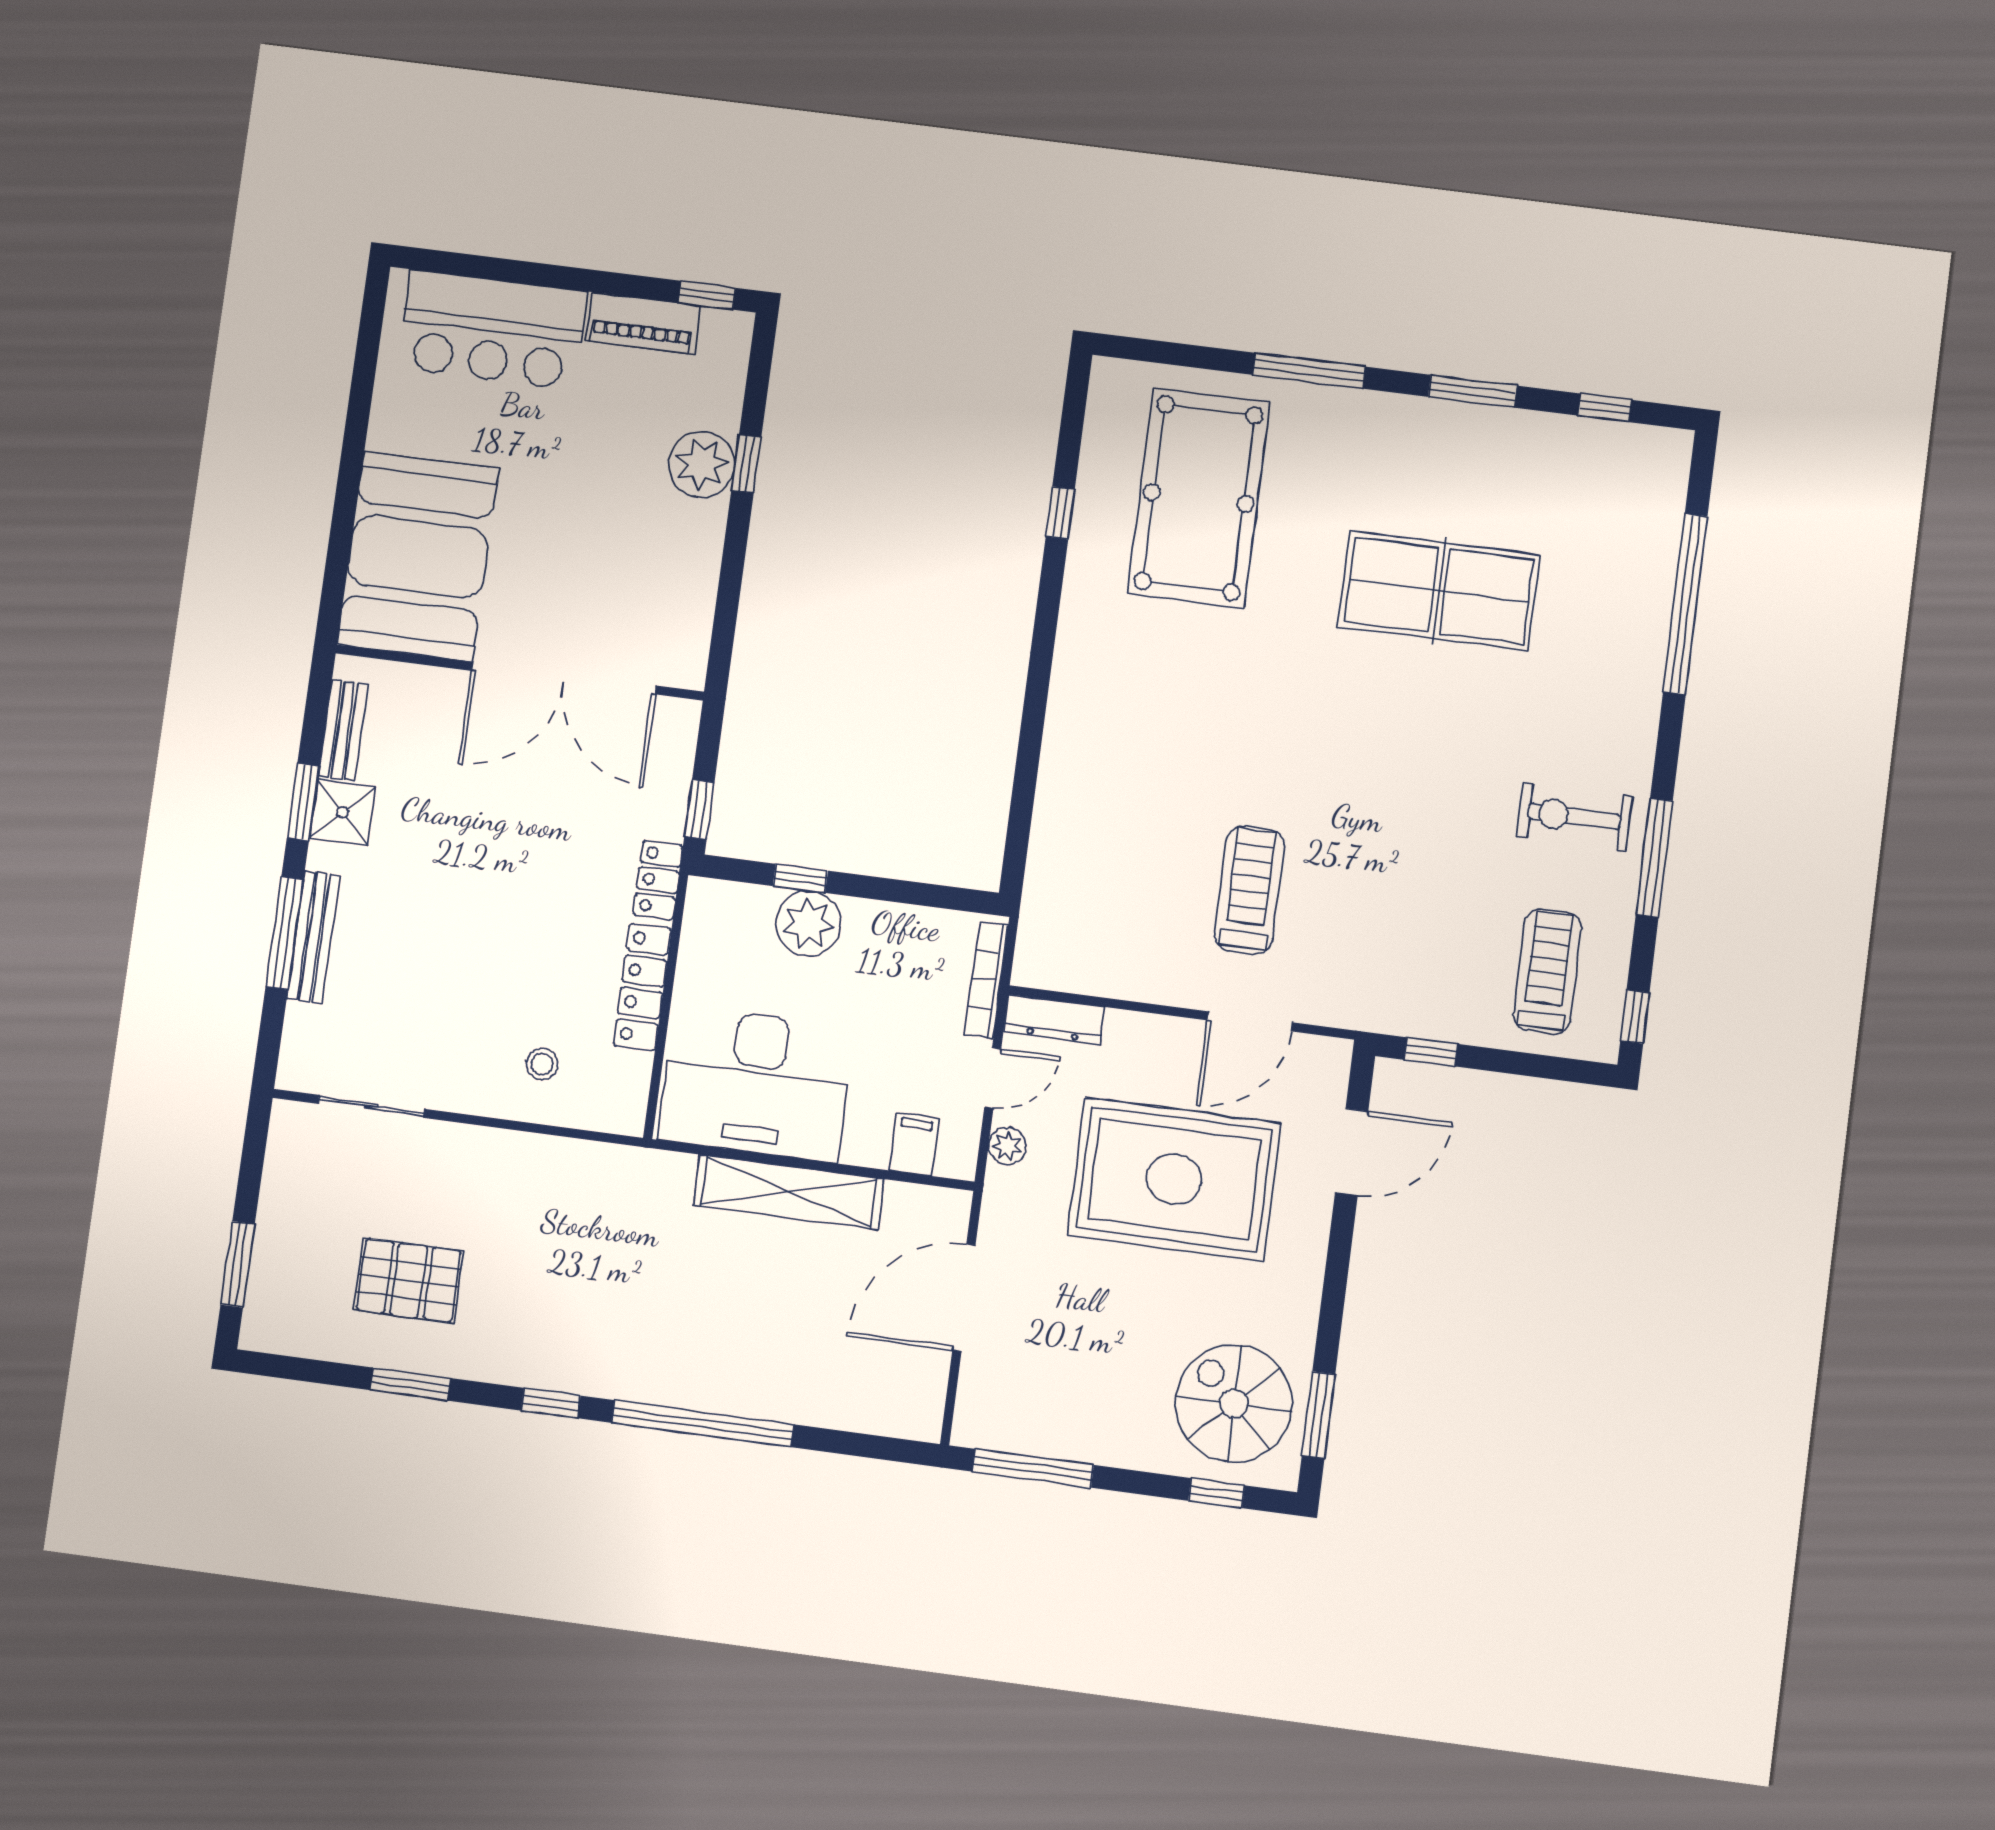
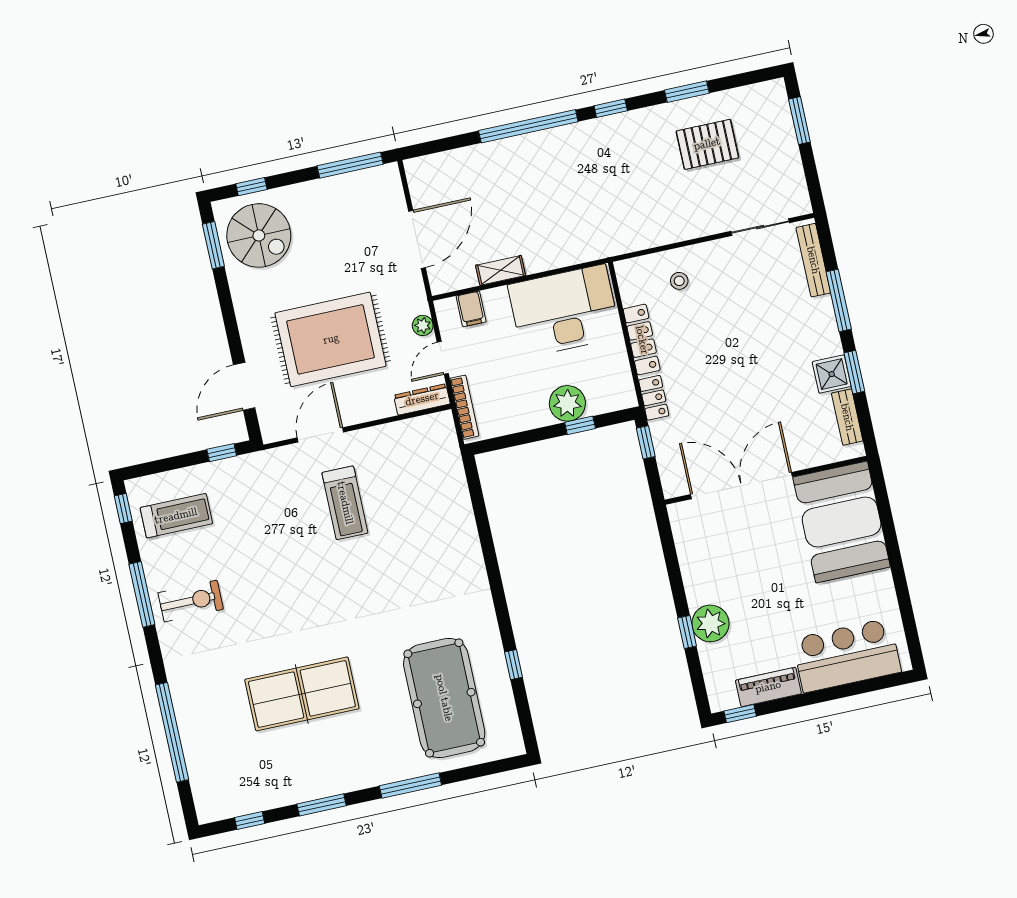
bench: (313, 937) -> (813, 260), moved
treadmill: (1547, 972) -> (176, 516), turned -90
shelving: (789, 1192) -> (501, 270), width x0.45, depth x0.75

